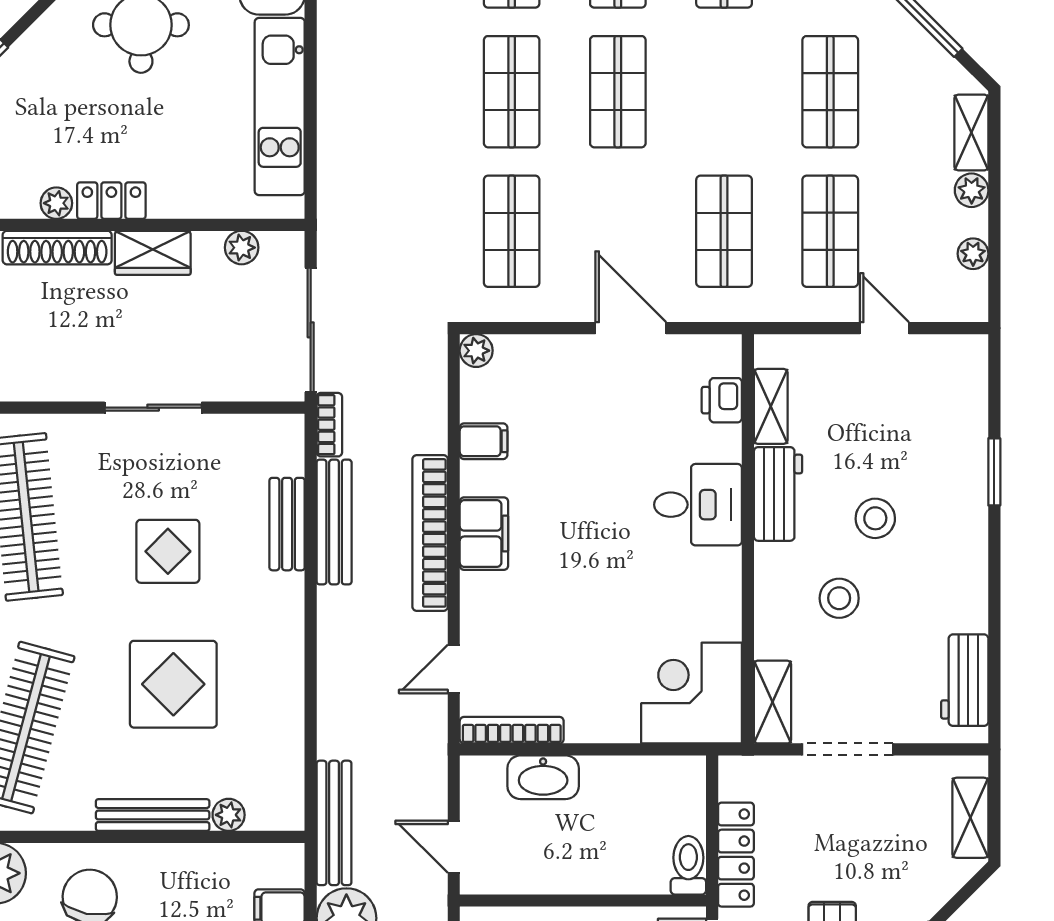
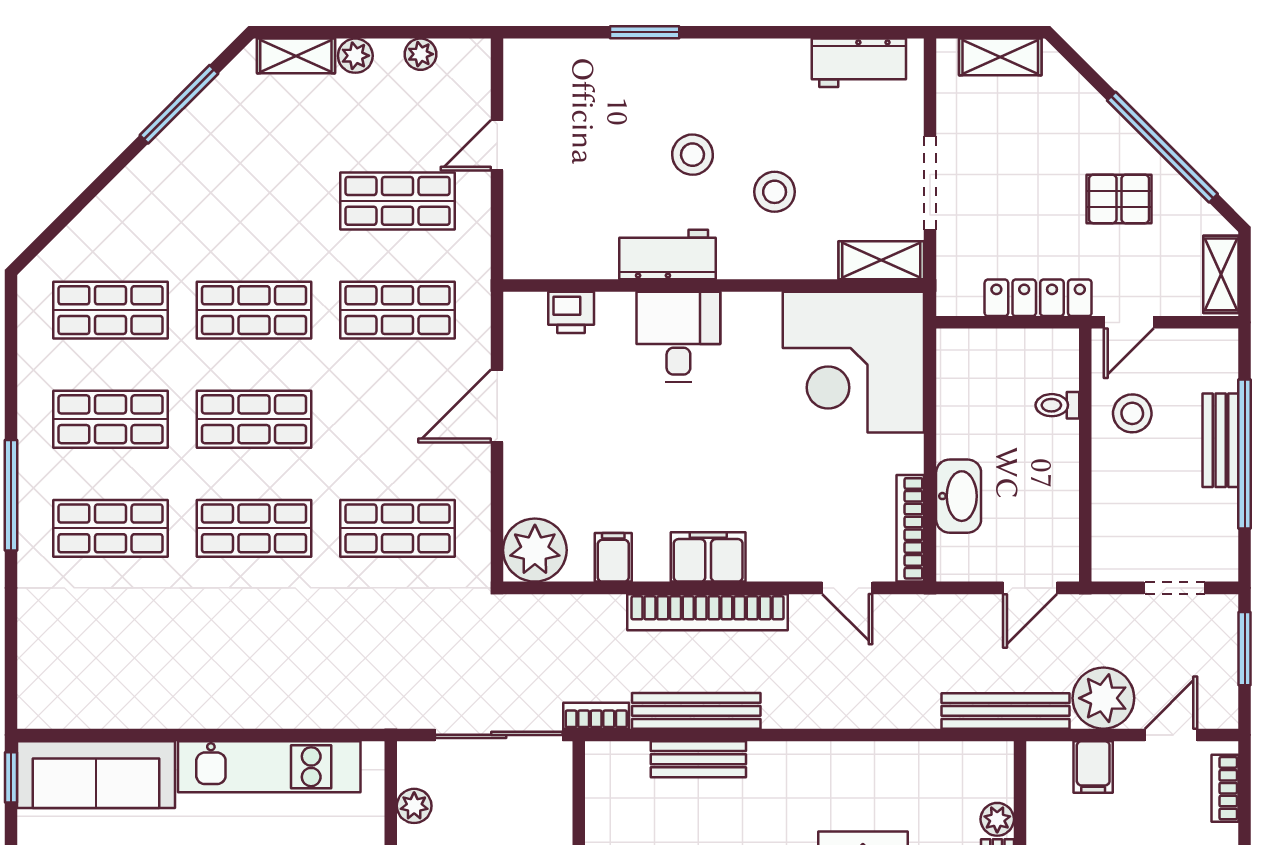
shop shelf: (830, 92) -> (254, 310), moved
plant: (476, 351) -> (535, 550), width x1.88, depth x1.88
shelving: (771, 406) -> (577, 262), removed
corner desk: (692, 693) -> (853, 362), width x1.36, depth x1.36
toilet: (688, 865) -> (1057, 405), moved, width x0.73, depth x0.72

